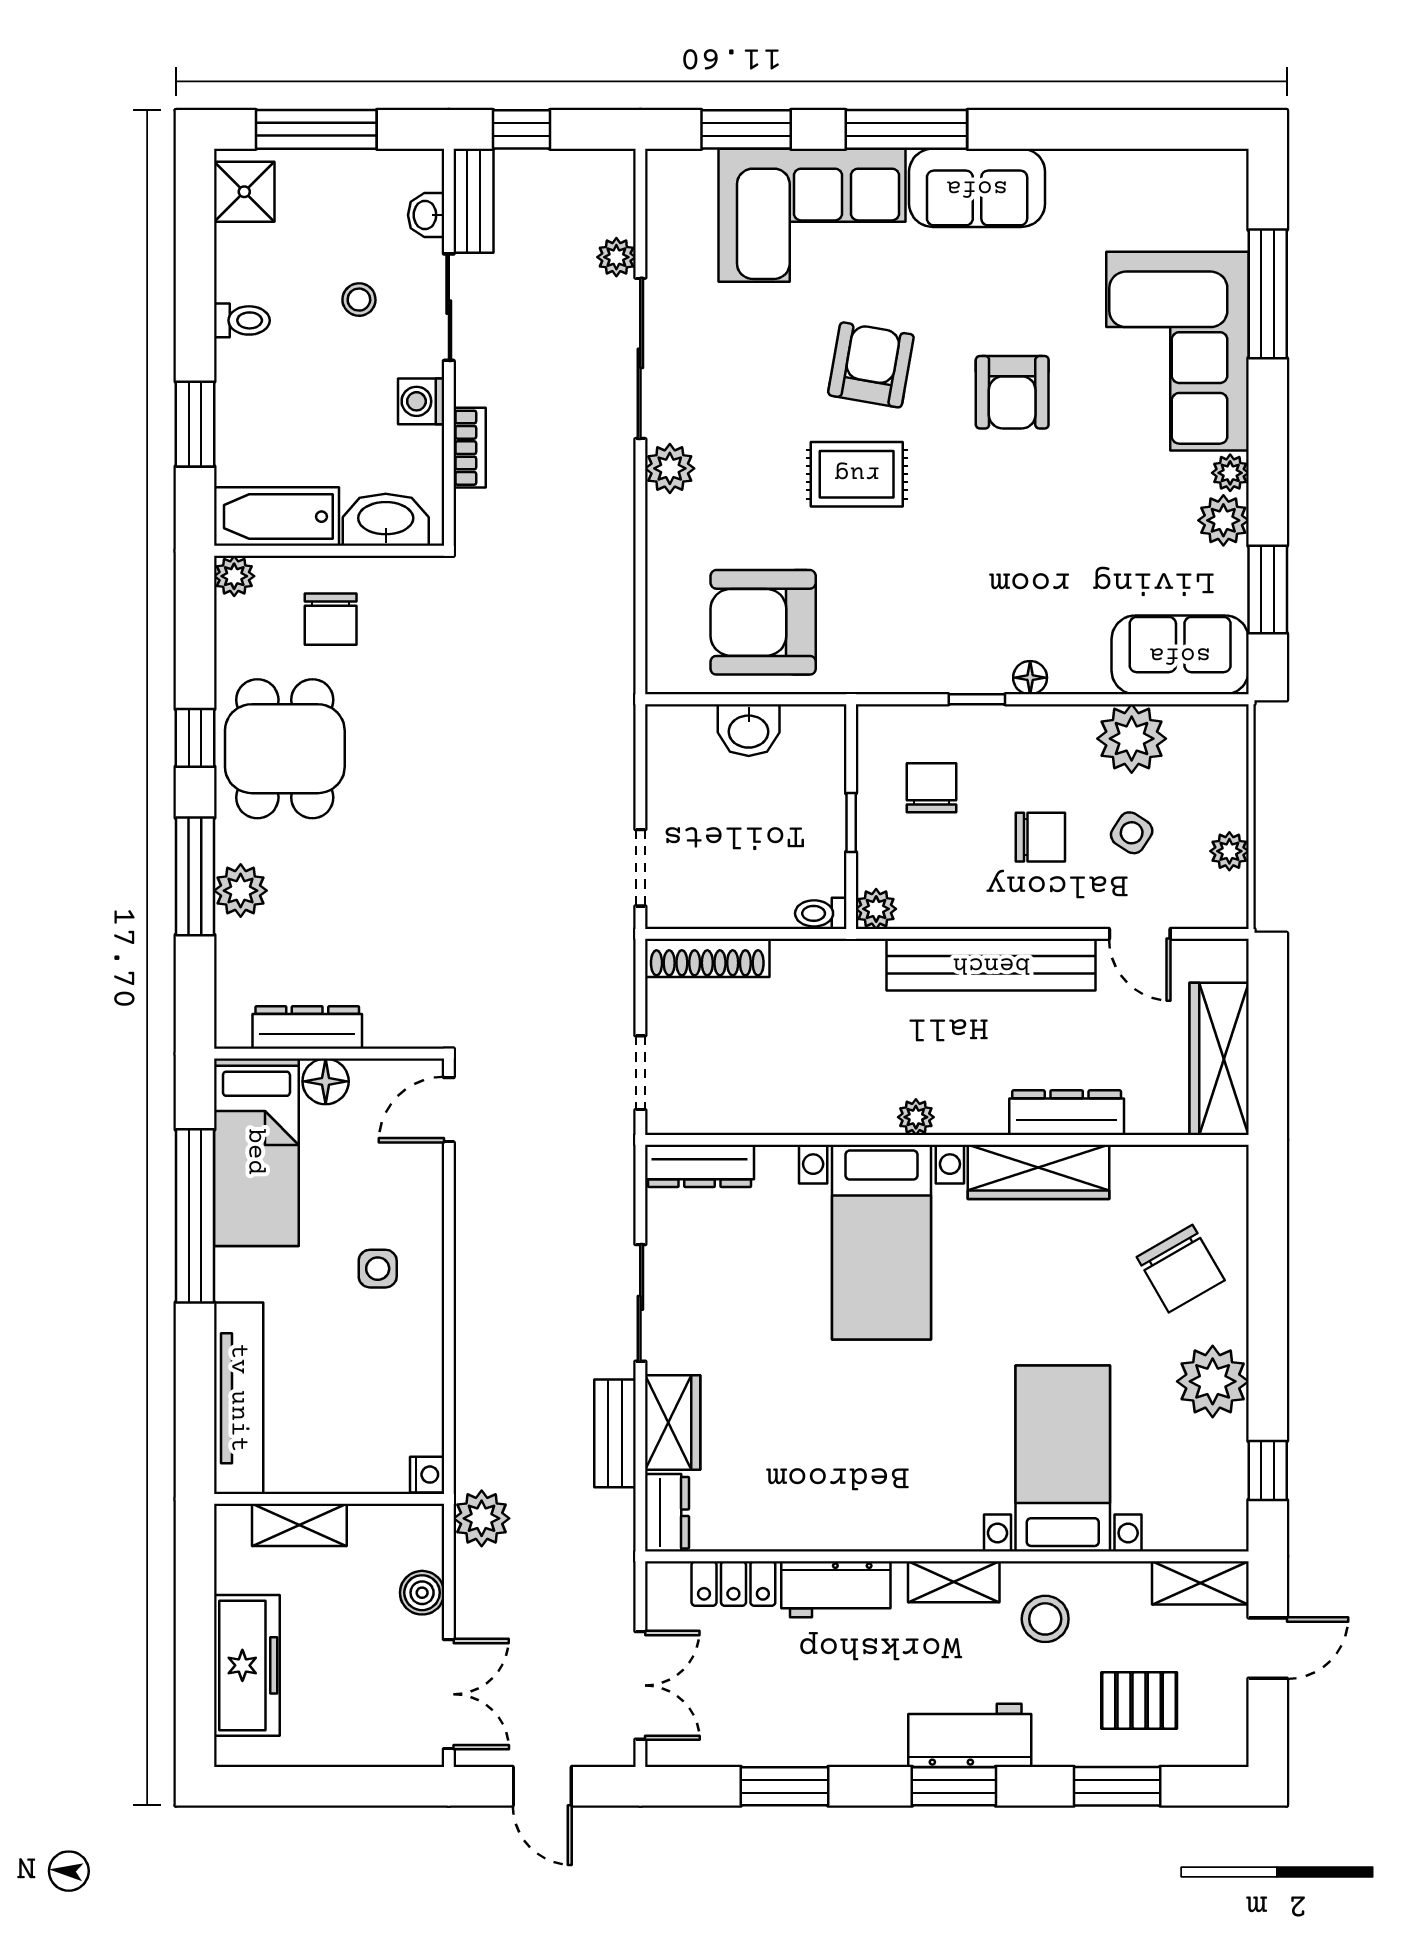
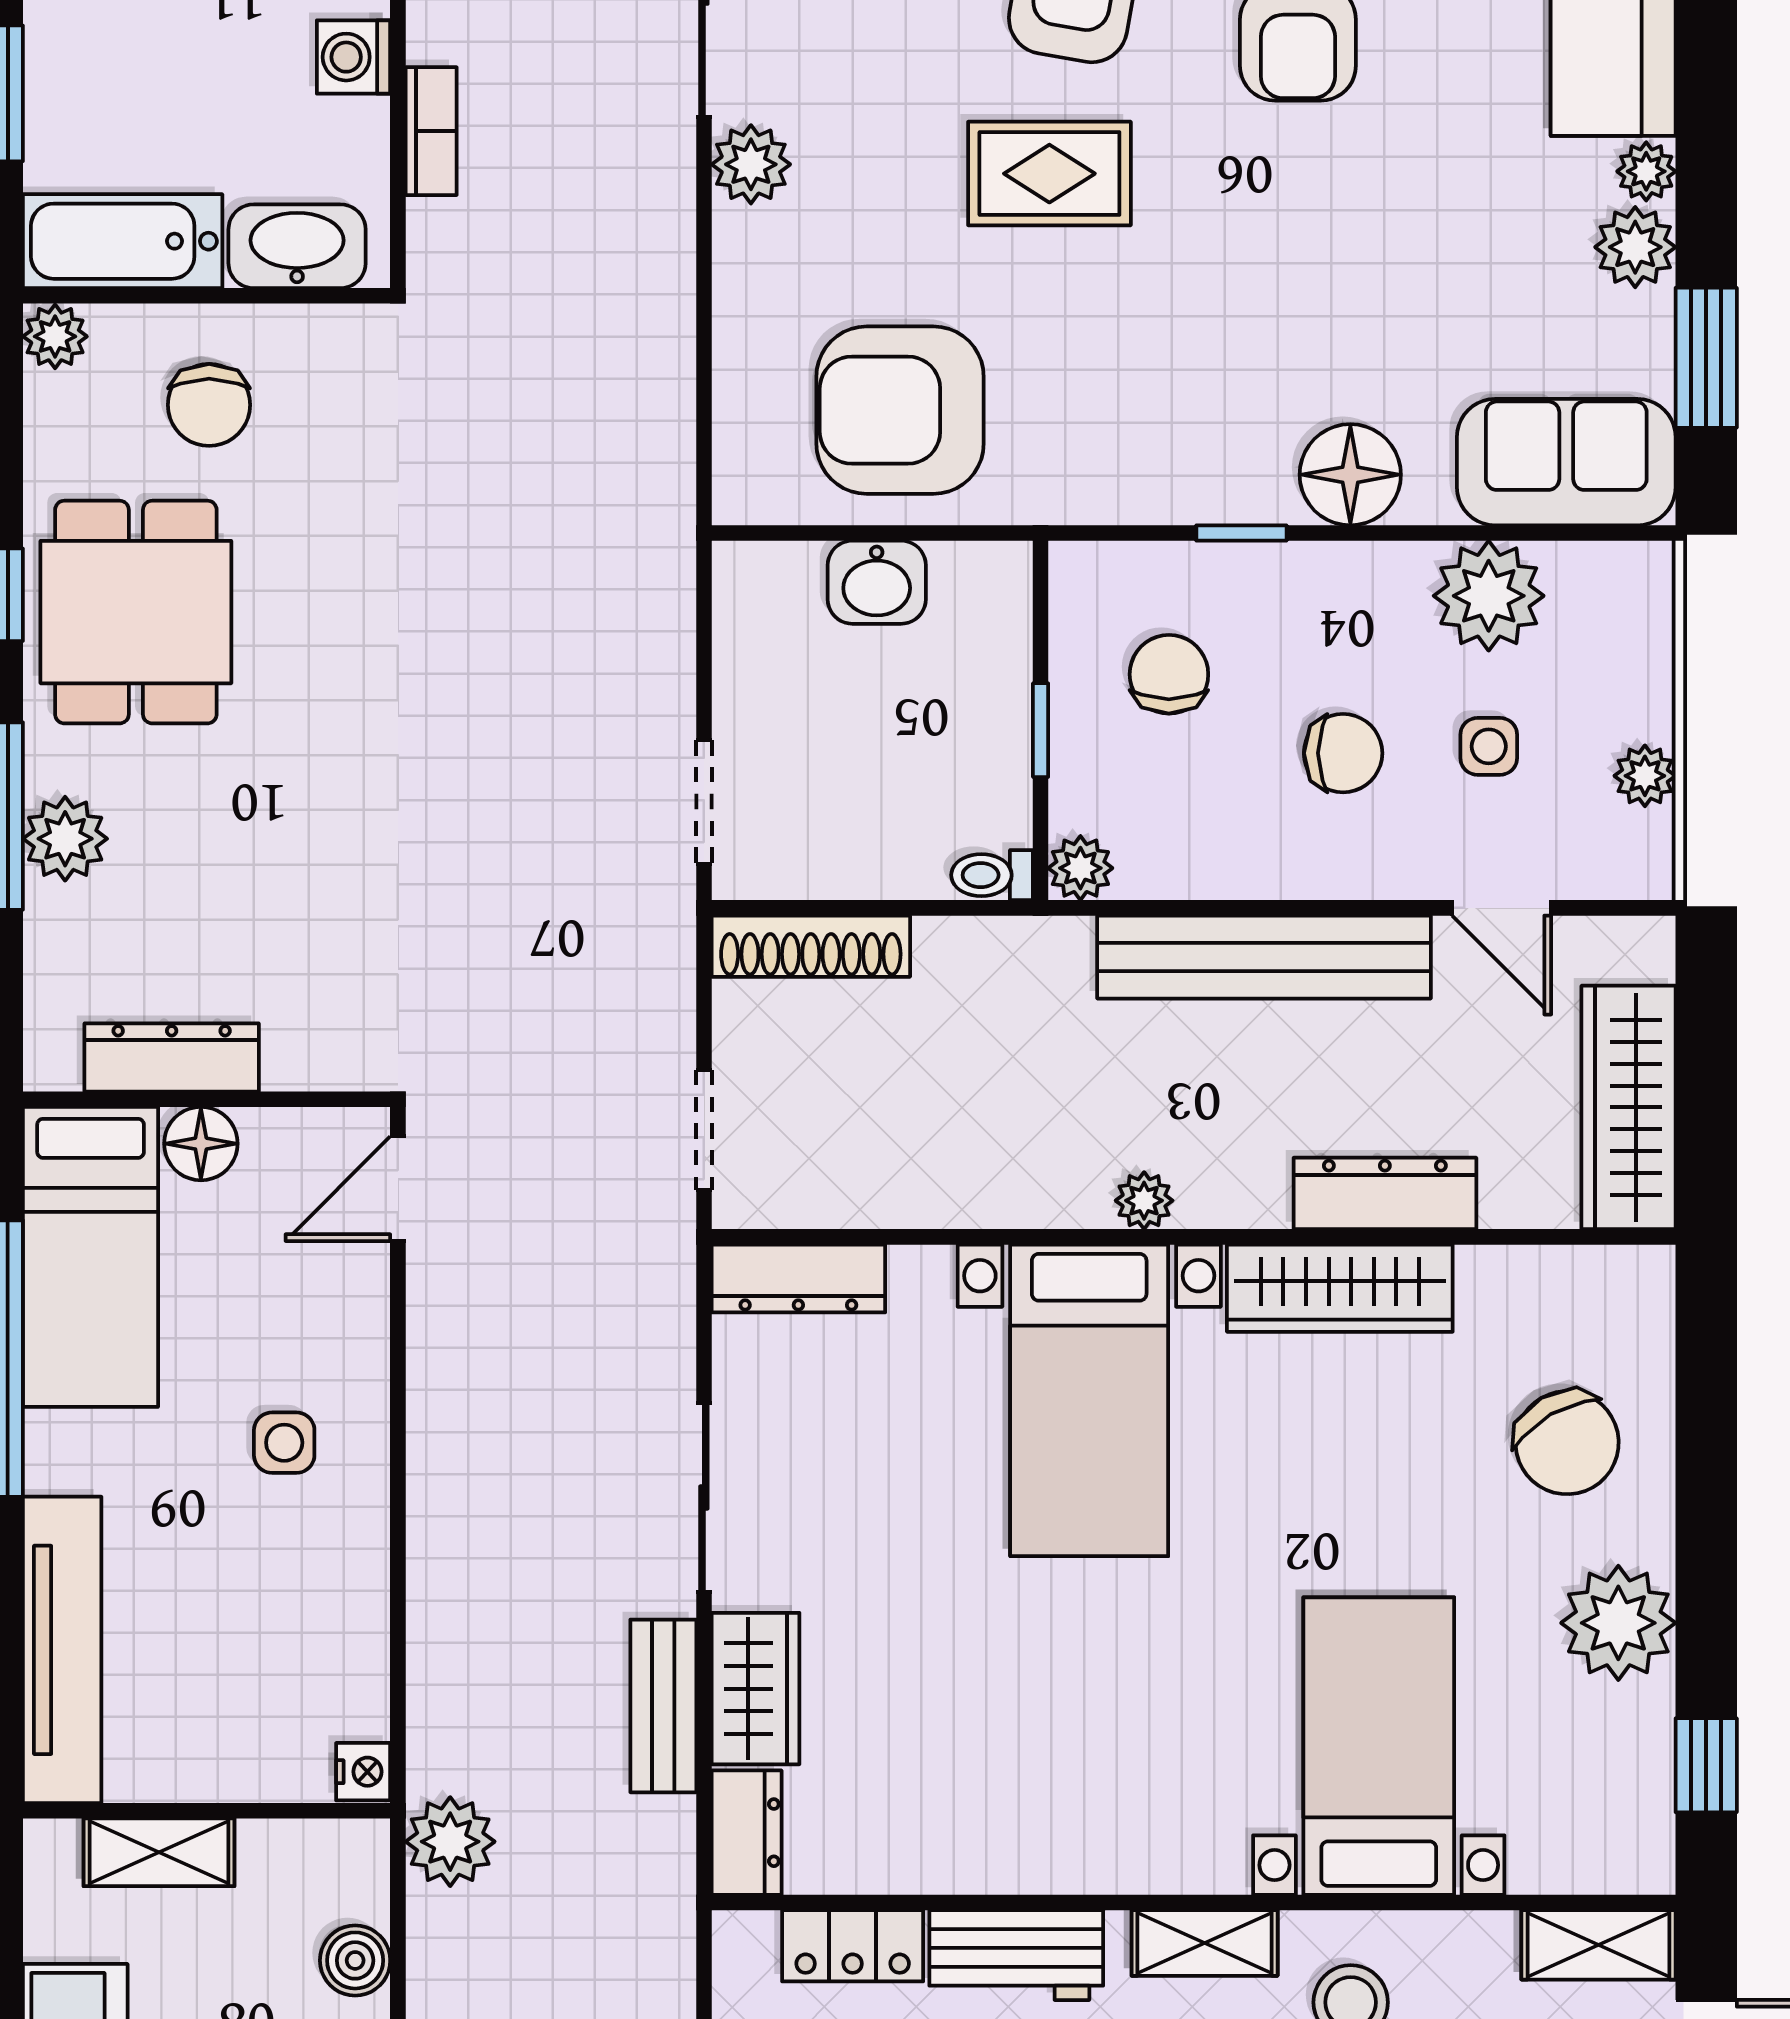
floor lamp: (1030, 678) -> (1350, 475), width x1.89, depth x1.89
side table: (1132, 833) -> (1489, 746), turned -33

